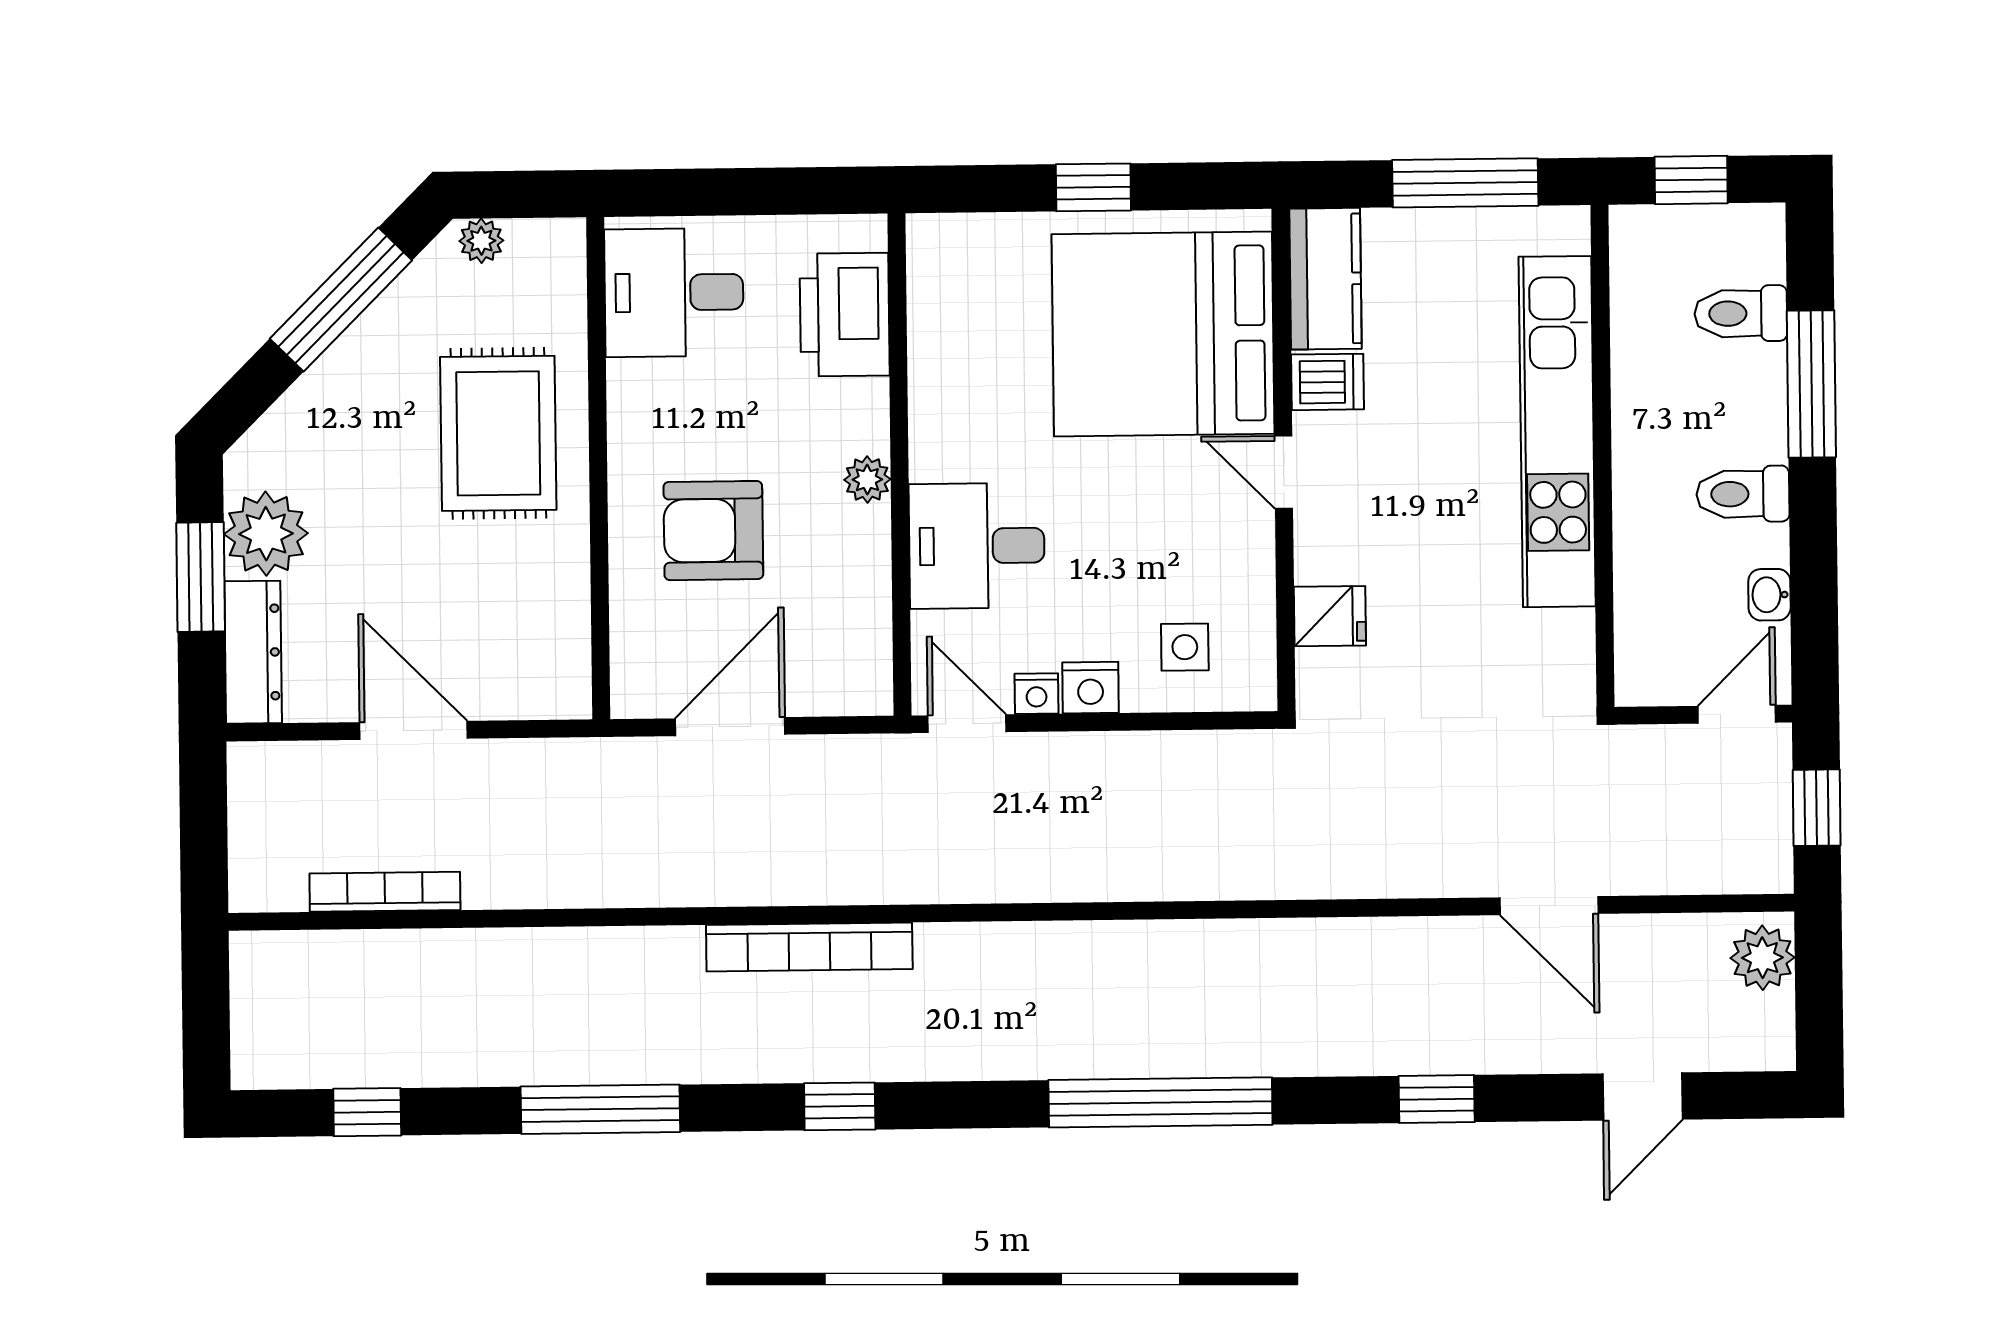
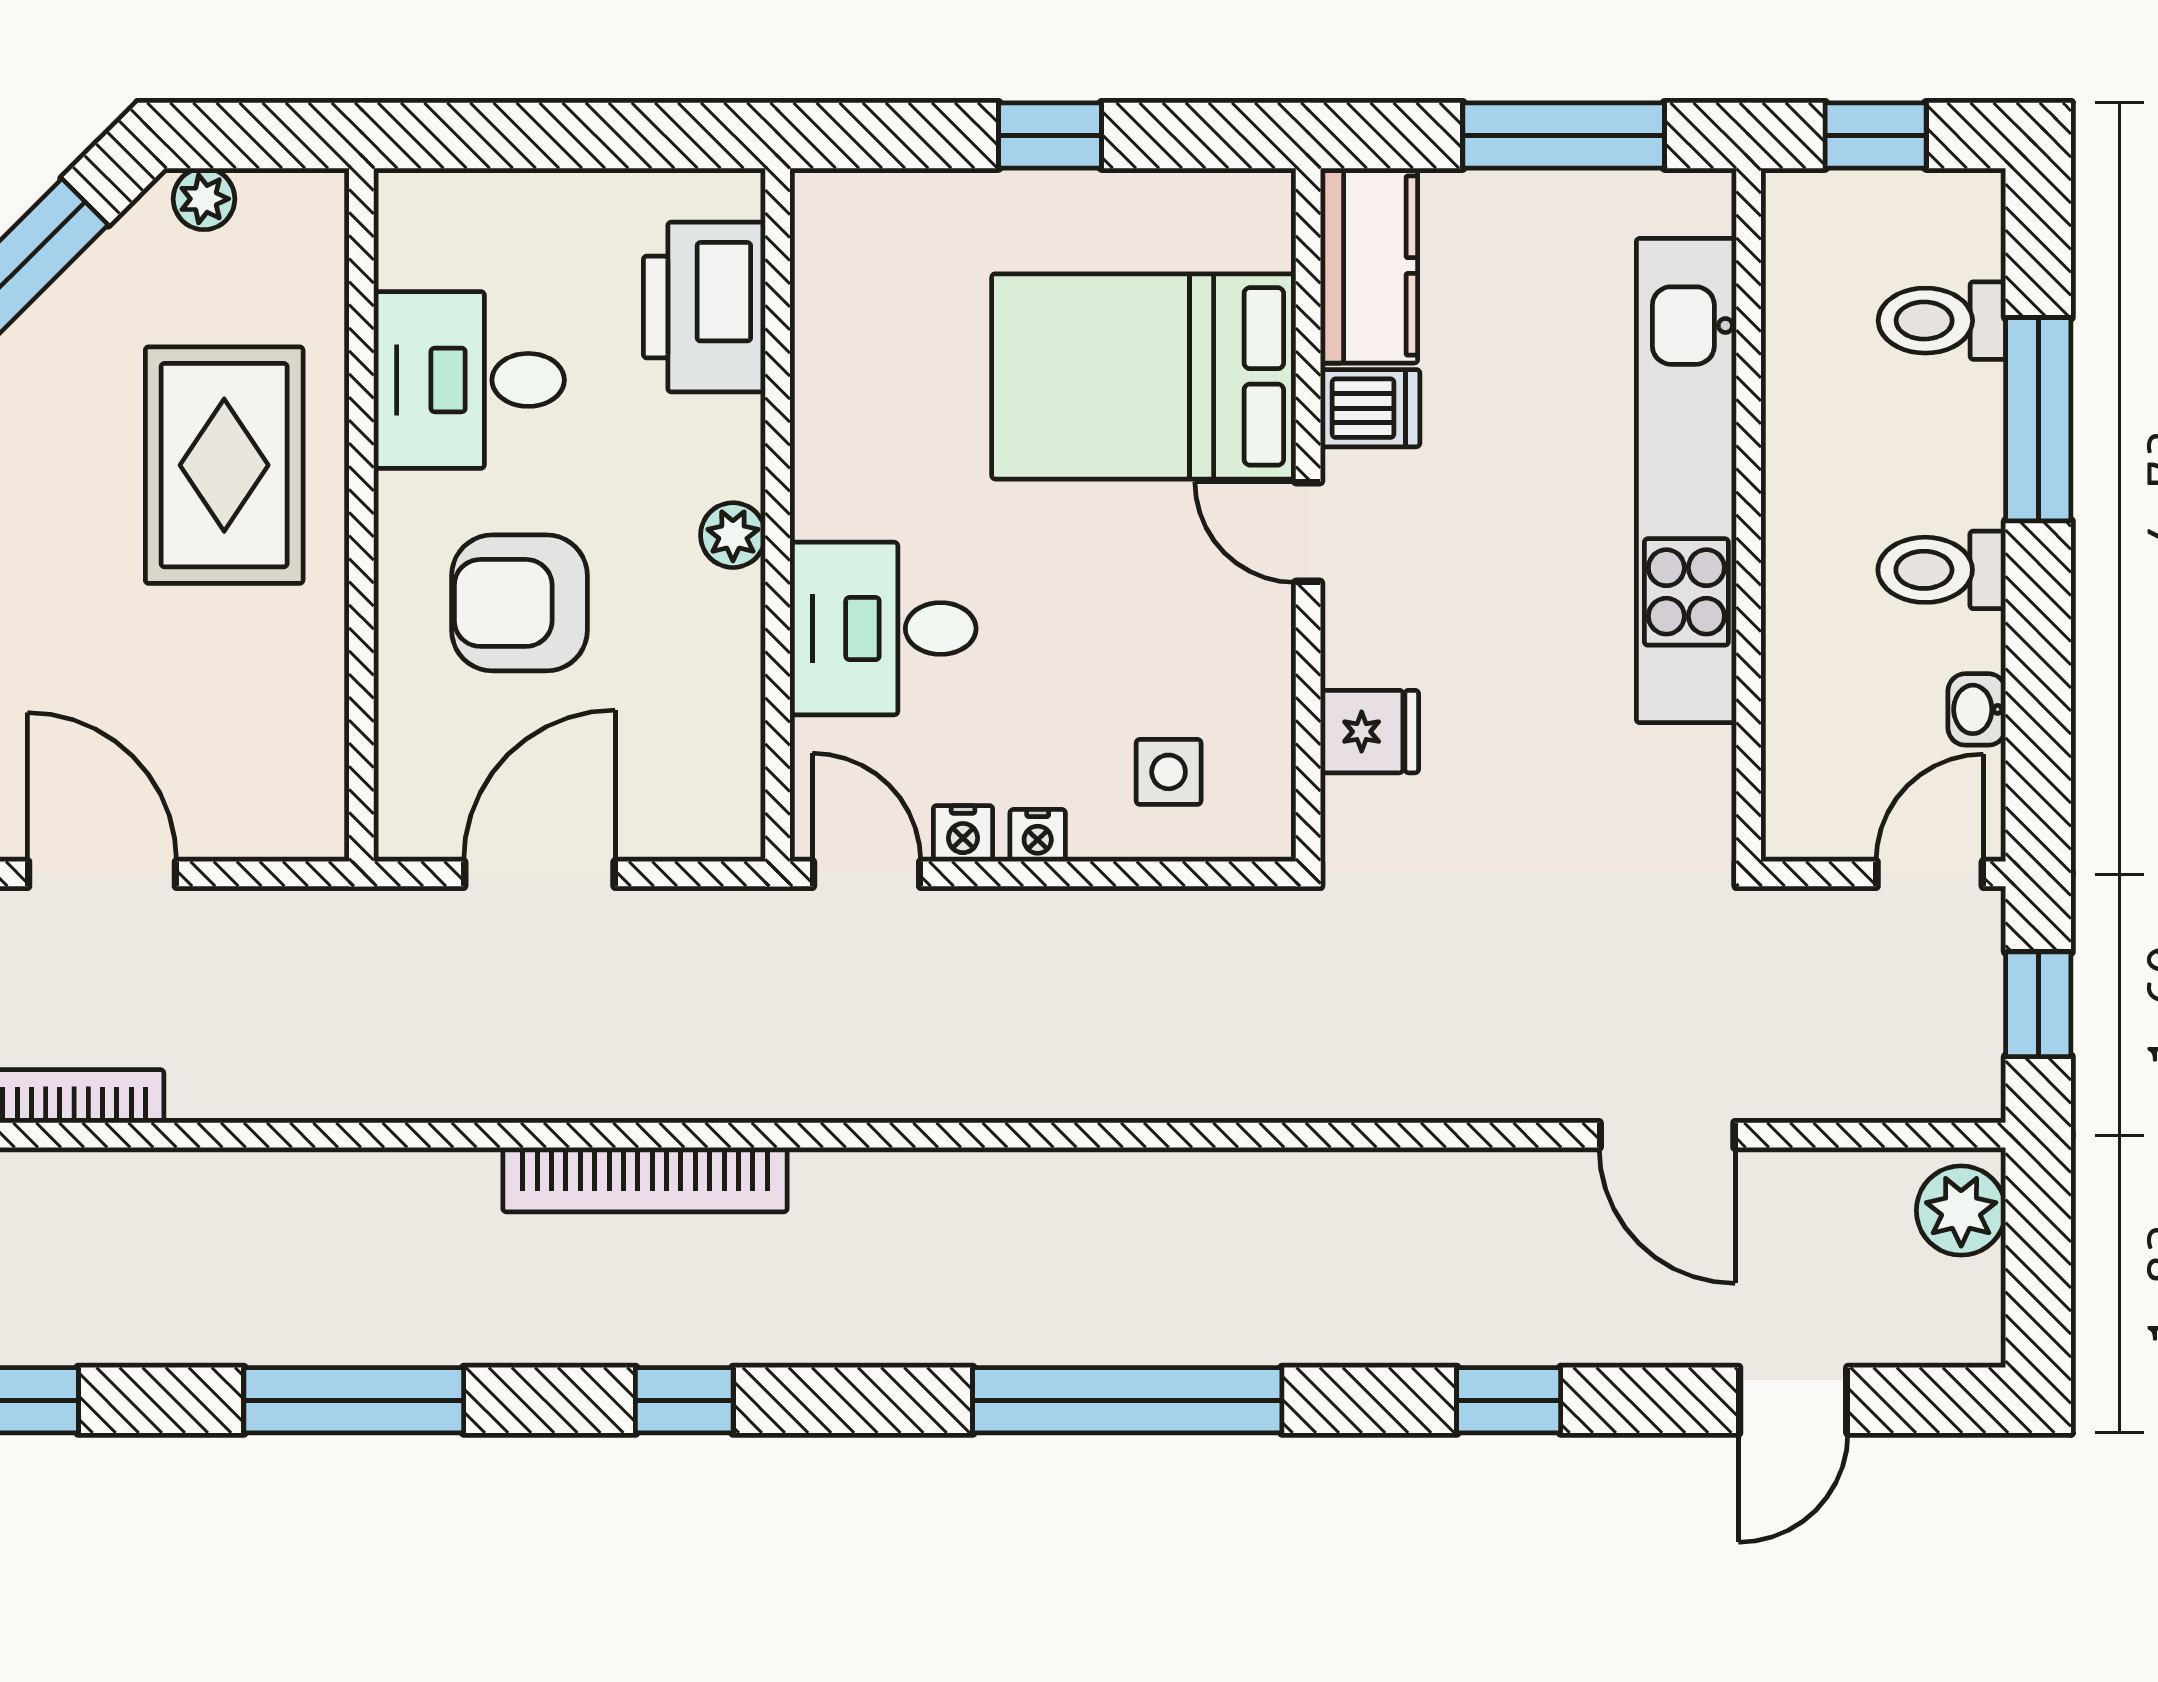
desk: (674, 292) -> (469, 380), moved
bed: (1163, 334) -> (1144, 376), width x0.73
nightstand: (1090, 688) -> (1038, 836), width x0.72, depth x0.74

